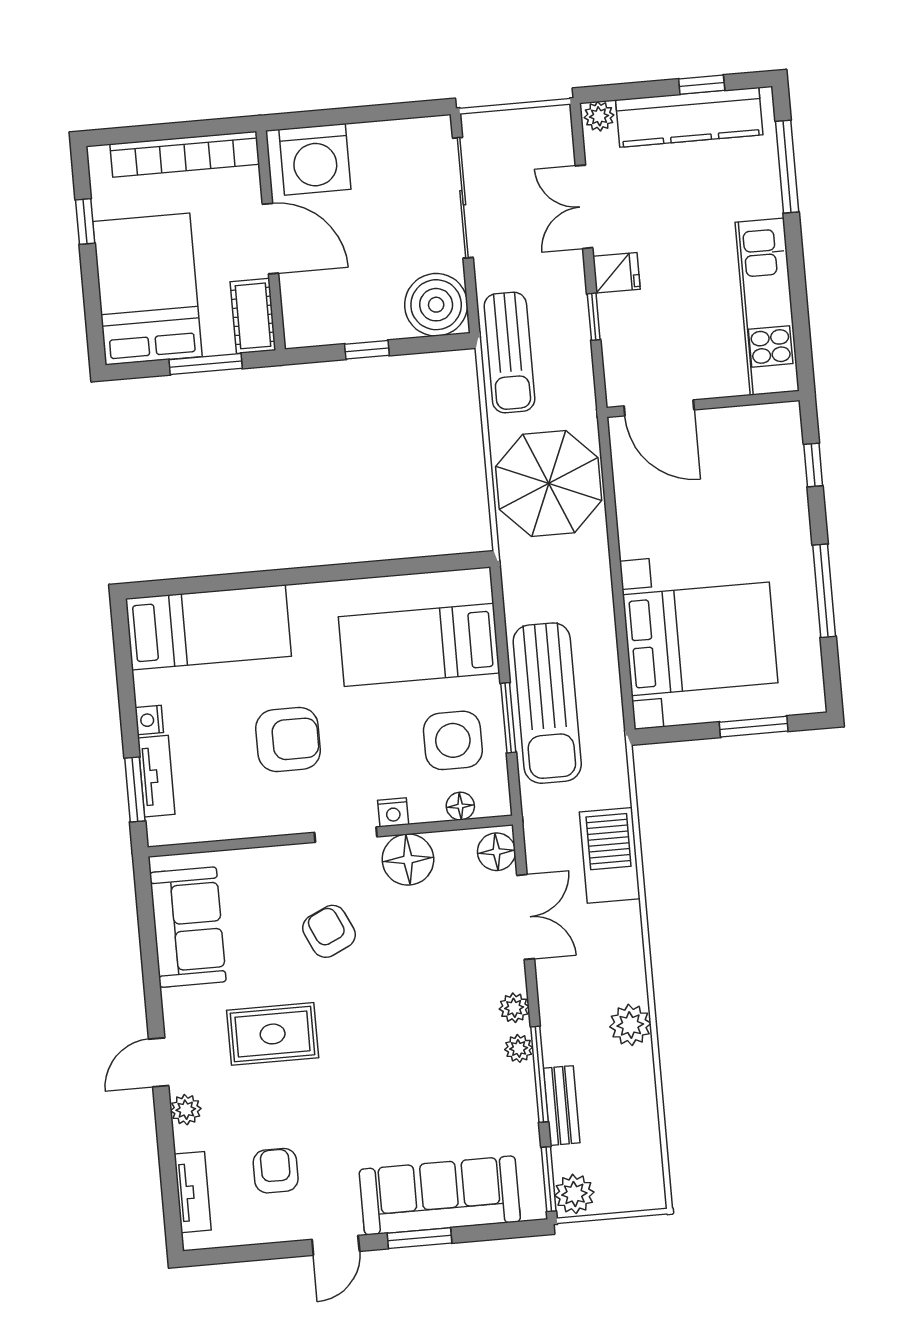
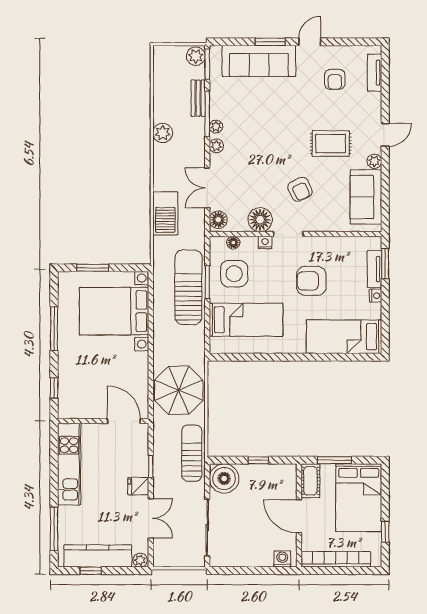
washing machine: (315, 159) -> (282, 559), width x0.53, depth x0.53
plant: (186, 1110) -> (374, 161), moved

